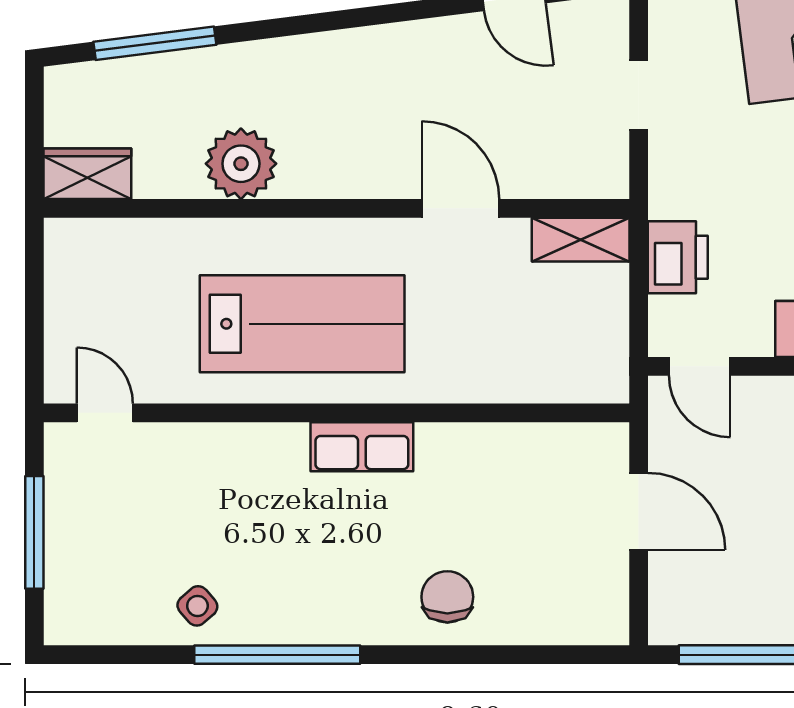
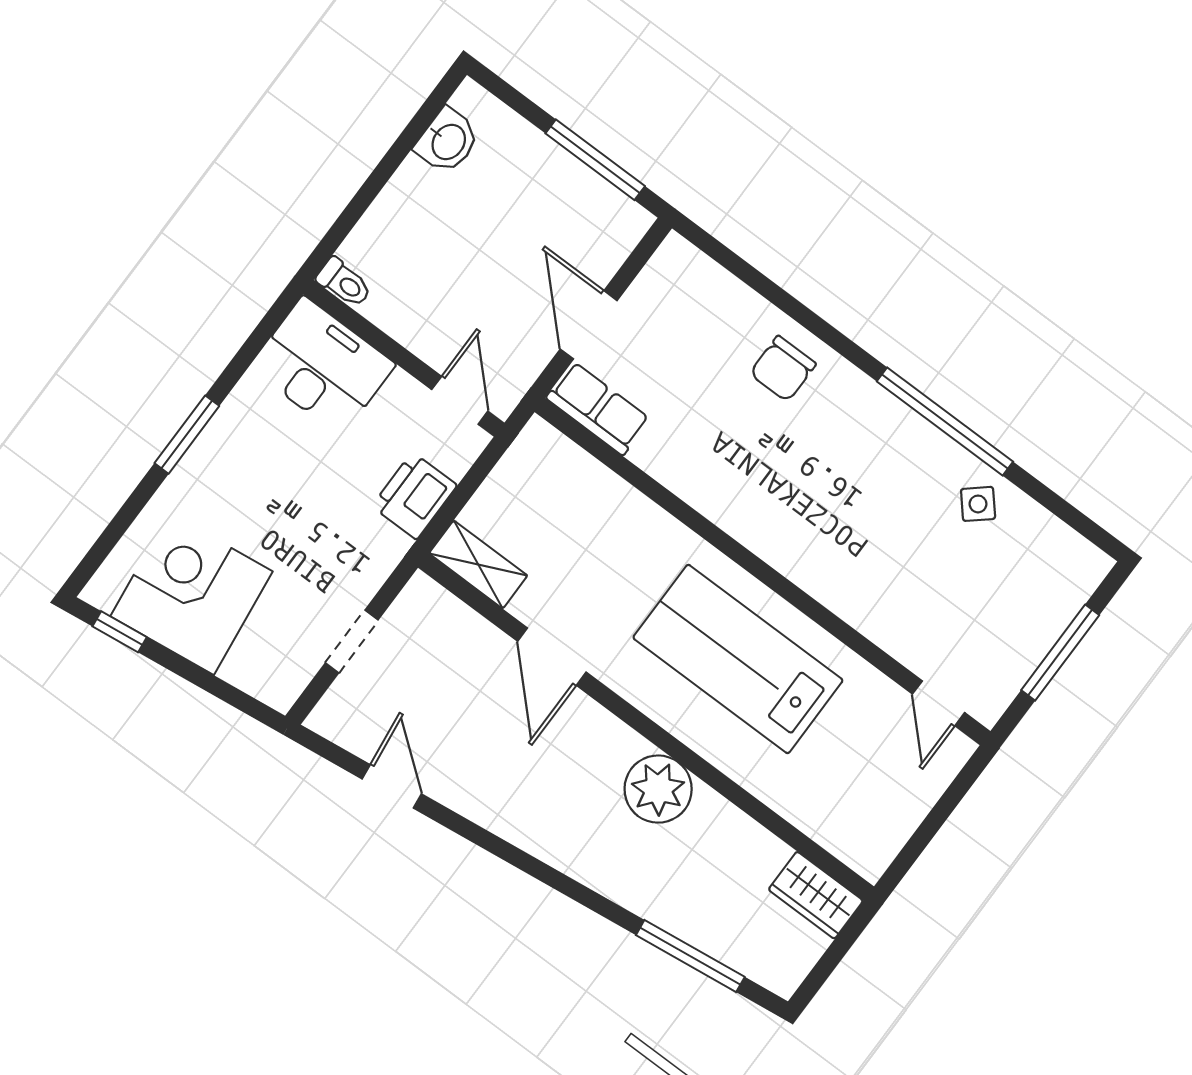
plant: (241, 164) -> (658, 789), moved
row of seats: (362, 447) -> (598, 408), moved

